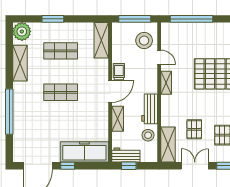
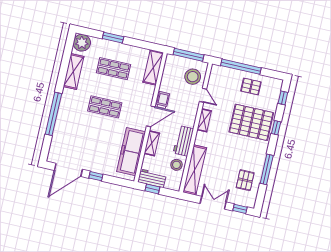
pallet: (194, 129) -> (251, 86), moved, turned 90
shelving: (168, 145) -> (195, 170), width x1.47
freezer: (84, 152) -> (131, 152), moved, turned -90

